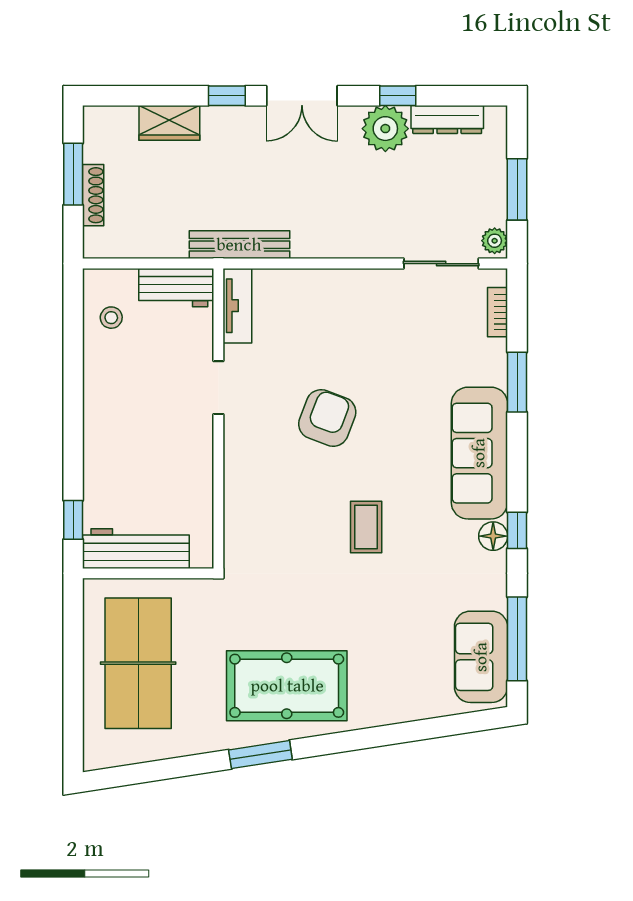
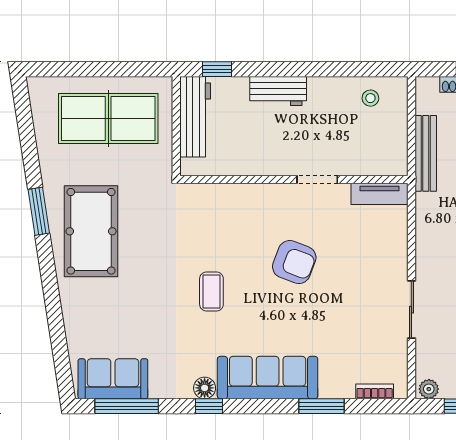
bench: (239, 245) -> (426, 153), moved
sliding door: (441, 264) -> (411, 310), moved
workbench: (176, 288) -> (278, 91), moved, turned -90
coffee table: (366, 527) -> (211, 292), turned 90

